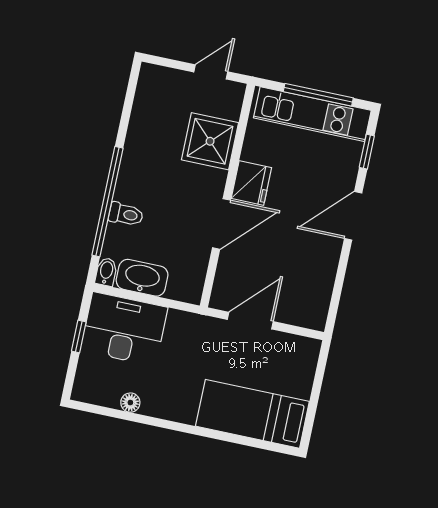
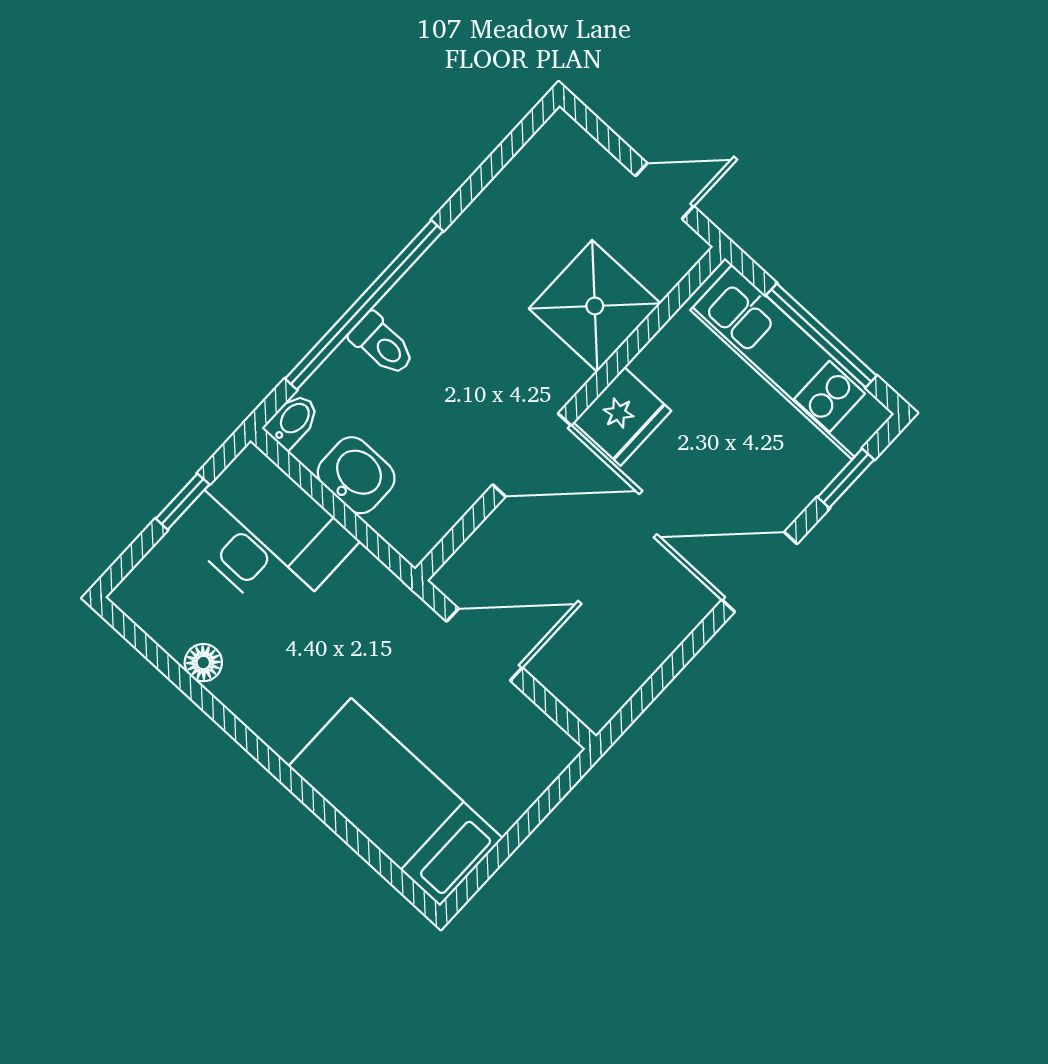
washbasin: (142, 278) -> (356, 475), width x0.72

